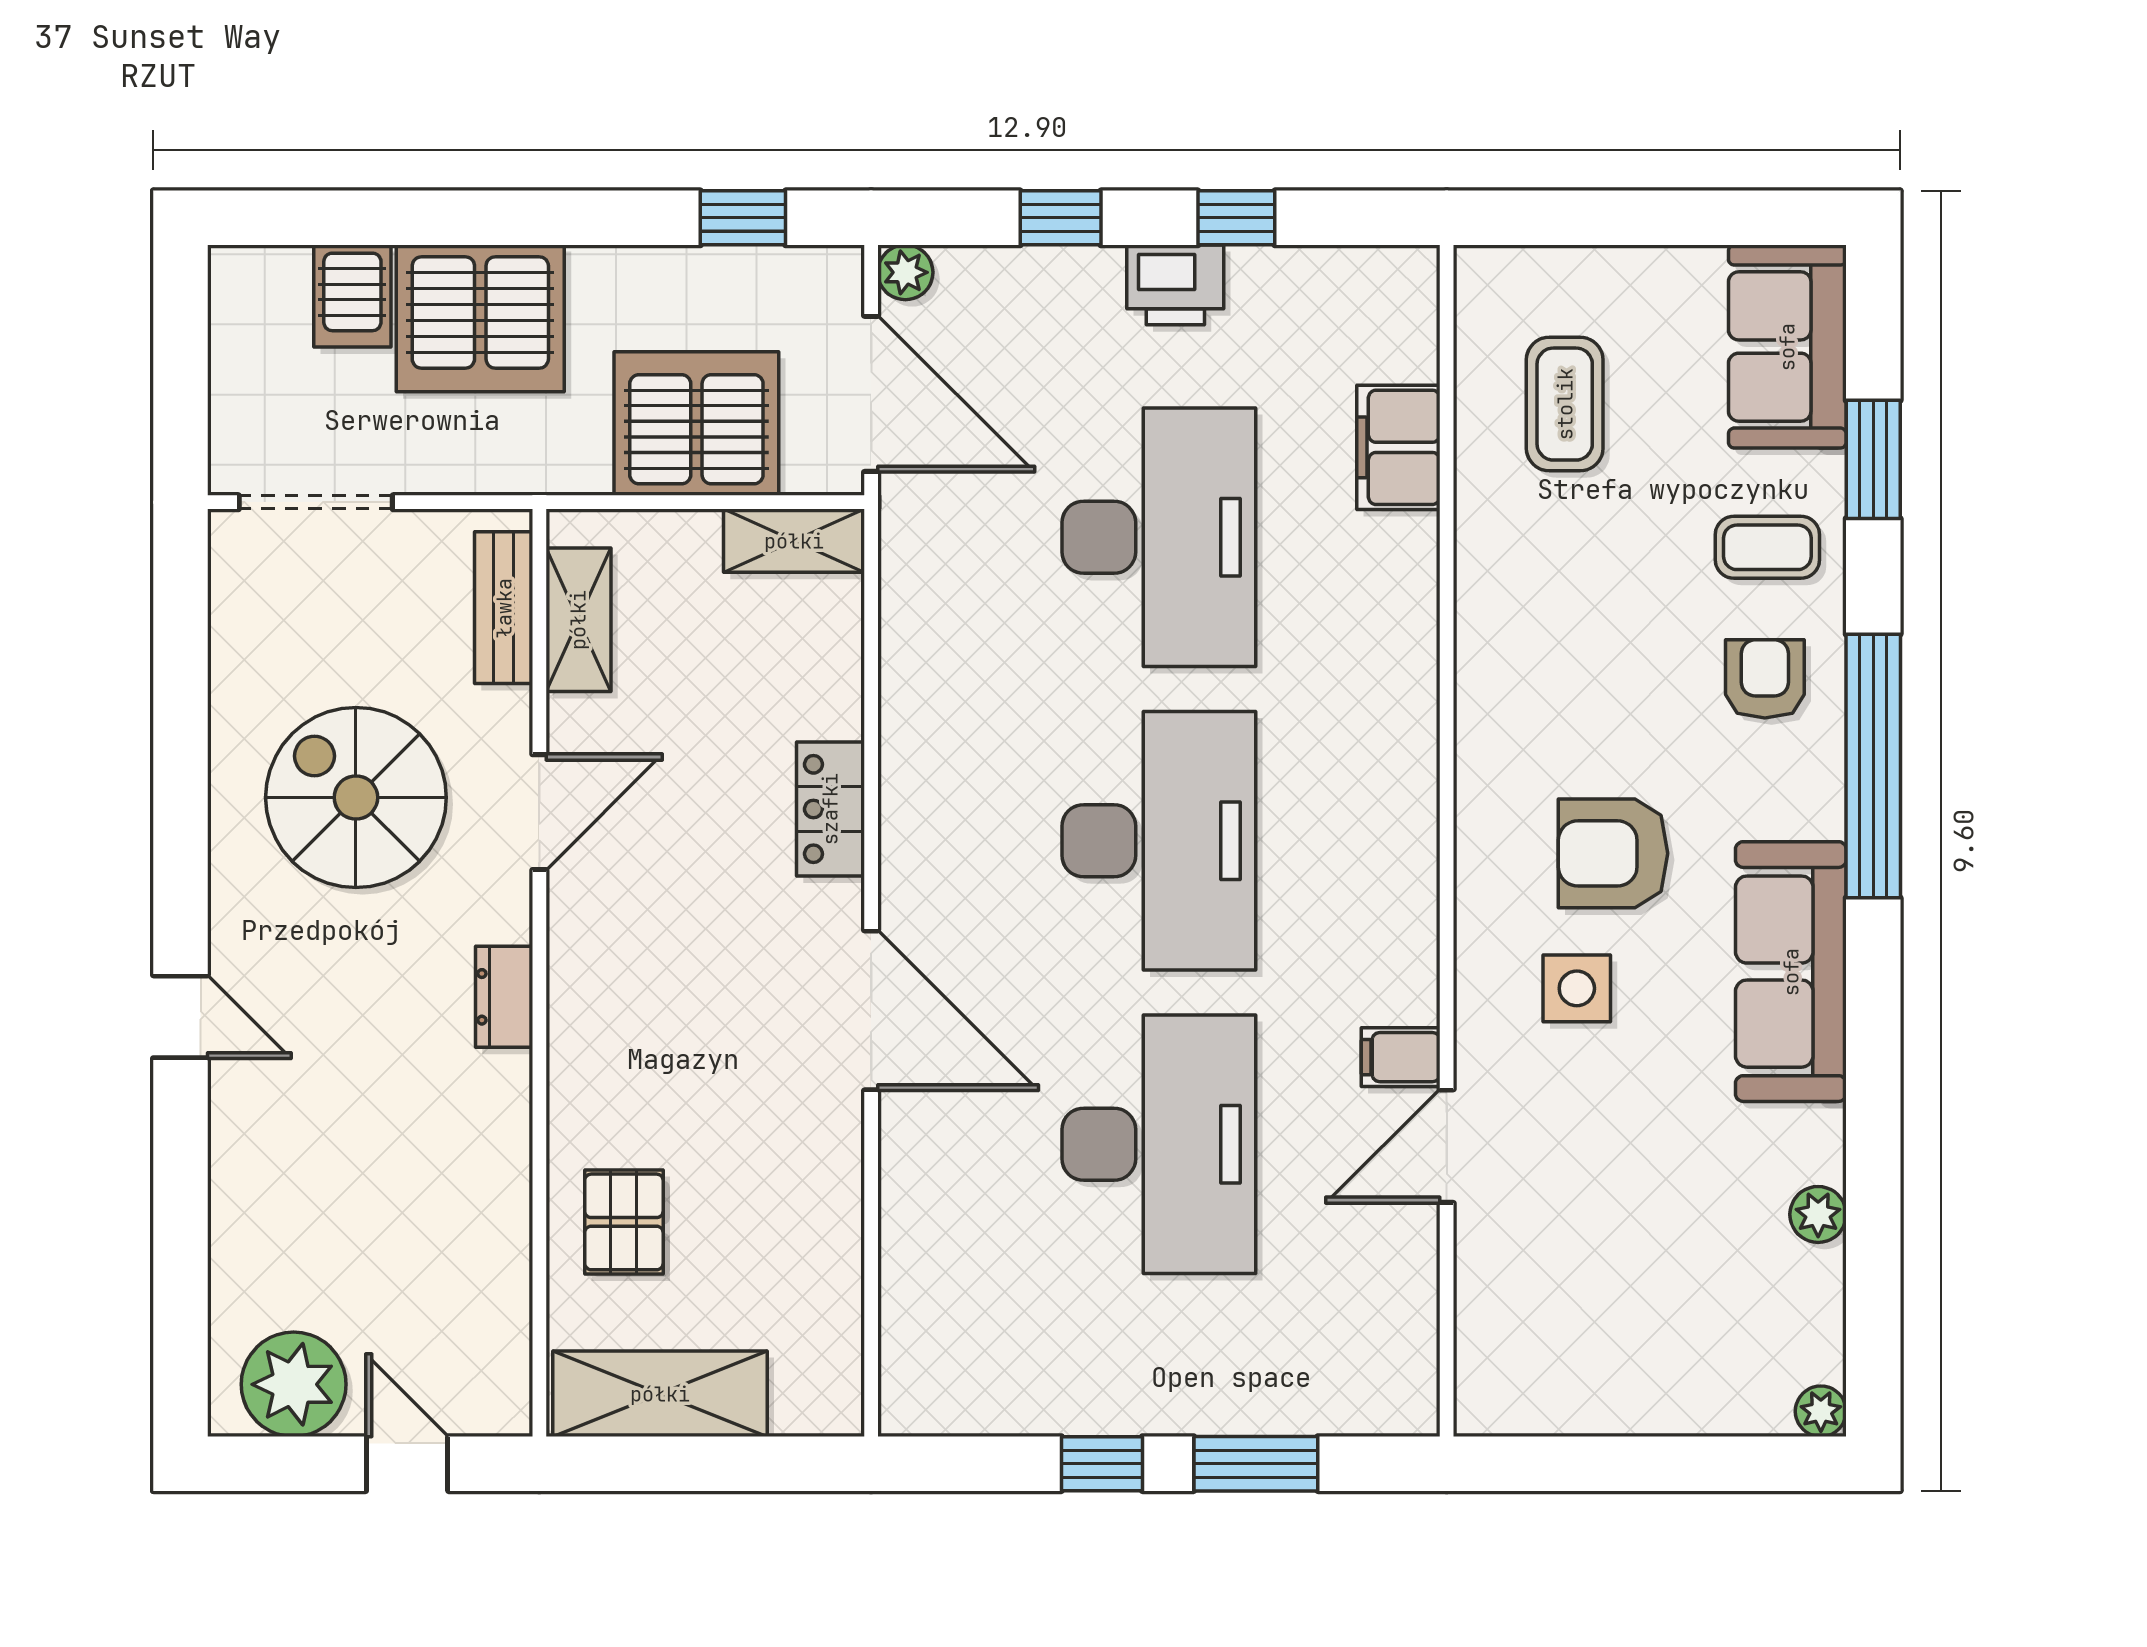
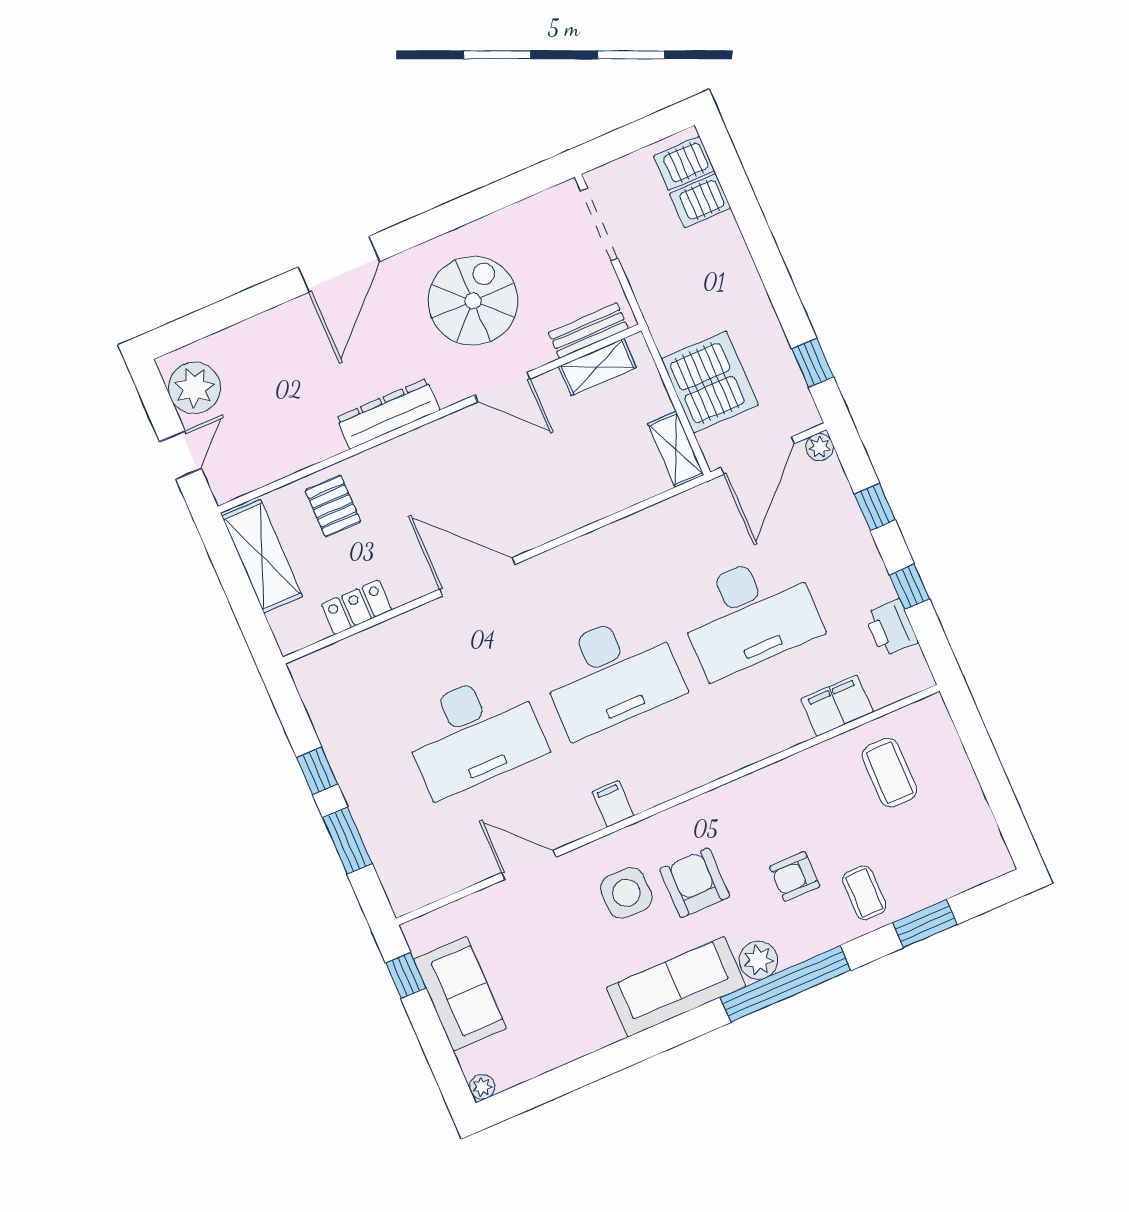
printer: (1175, 285) -> (891, 628), moved
server rack: (480, 318) -> (684, 163), moved, width x0.46, depth x0.70
sofa: (1787, 347) -> (460, 994), moved, turned 90
coffee table: (1565, 404) -> (889, 773), turned 90
armchair: (1765, 679) -> (795, 876), moved, turned 180
locker: (830, 809) -> (357, 607), moved
side table: (1577, 988) -> (626, 893), width x1.37, depth x1.37
dresser: (504, 997) -> (388, 414), width x1.96, depth x1.24
door: (871, 1010) -> (478, 577), swing flipped
door: (180, 1017) -> (339, 264), width x1.87
filing cabinet: (1401, 1057) -> (613, 804), moved
plant: (1818, 1214) -> (758, 960), moved, width x1.38, depth x1.38
pallet: (624, 1222) -> (333, 506), turned 90
window: (1553, 1464) -> (406, 975), added

